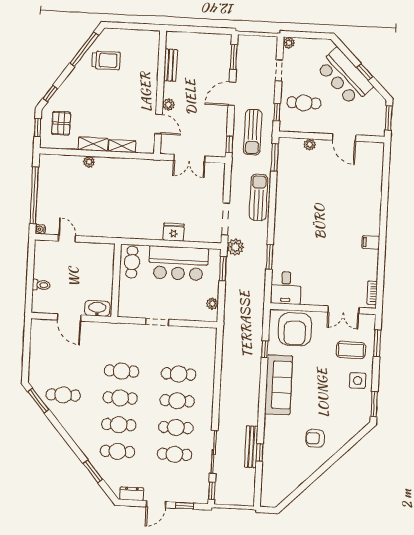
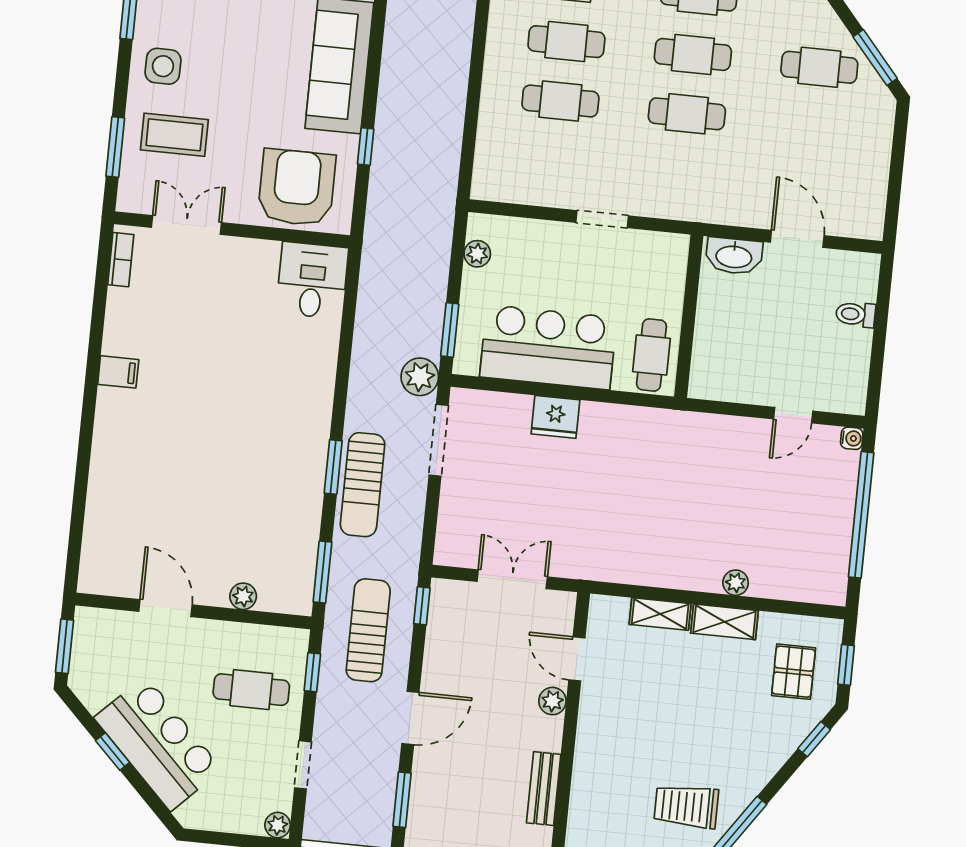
door: (67, 238) -> (793, 415), hinge flipped
window: (270, 257) -> (333, 467), moved

